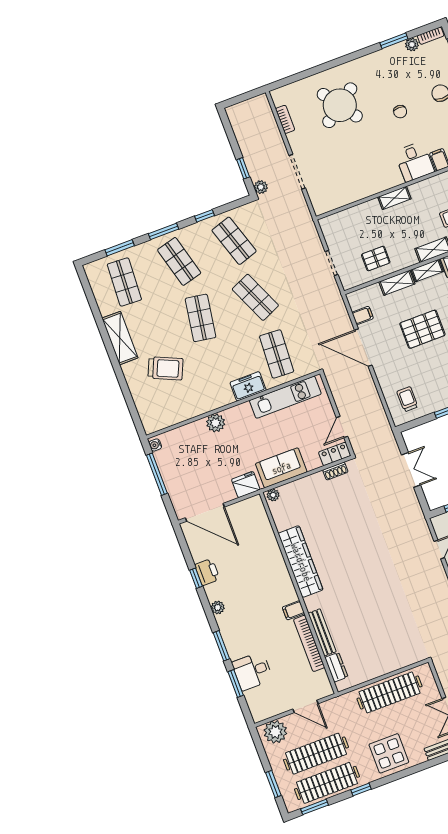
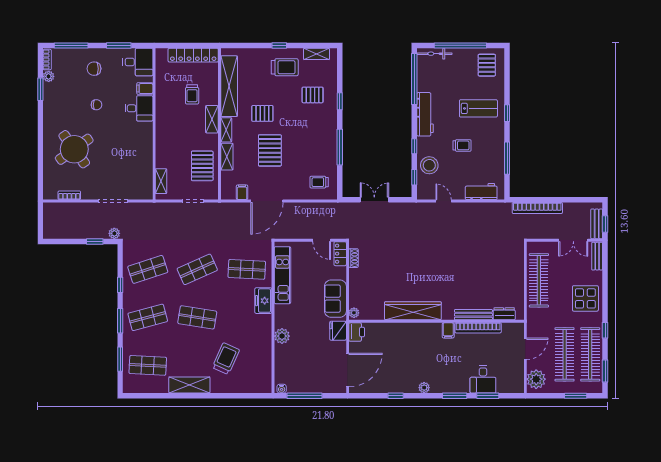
shelving: (394, 198) -> (161, 181), moved
pallet: (376, 258) -> (202, 166), width x1.50, depth x1.42
printer: (207, 572) -> (357, 332), moved, turned 90

